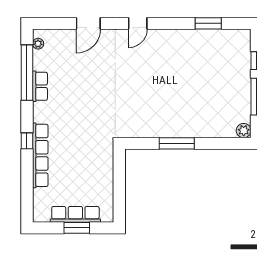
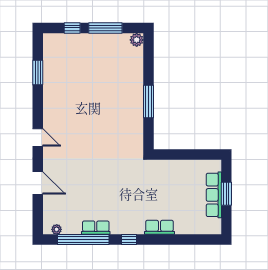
window: (27, 141) -> (129, 240), moved
row of seats: (40, 155) -> (160, 227), width x0.50

